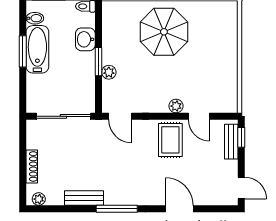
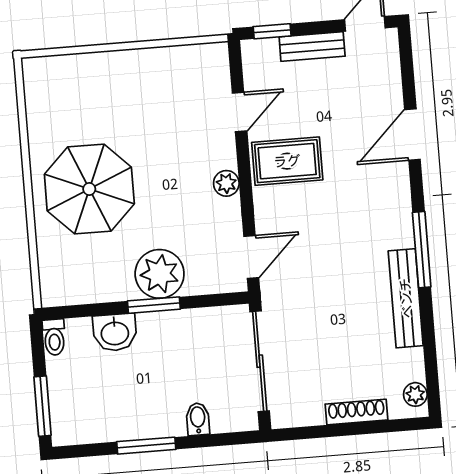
bidet: (35, 18) -> (198, 419), moved
bathtub: (37, 49) -> (140, 419), removed
plant: (109, 72) -> (160, 274), width x1.87, depth x1.87
plant: (176, 106) -> (226, 183), moved
bench: (231, 142) -> (312, 47), moved
bench: (84, 198) -> (406, 298), width x1.36

